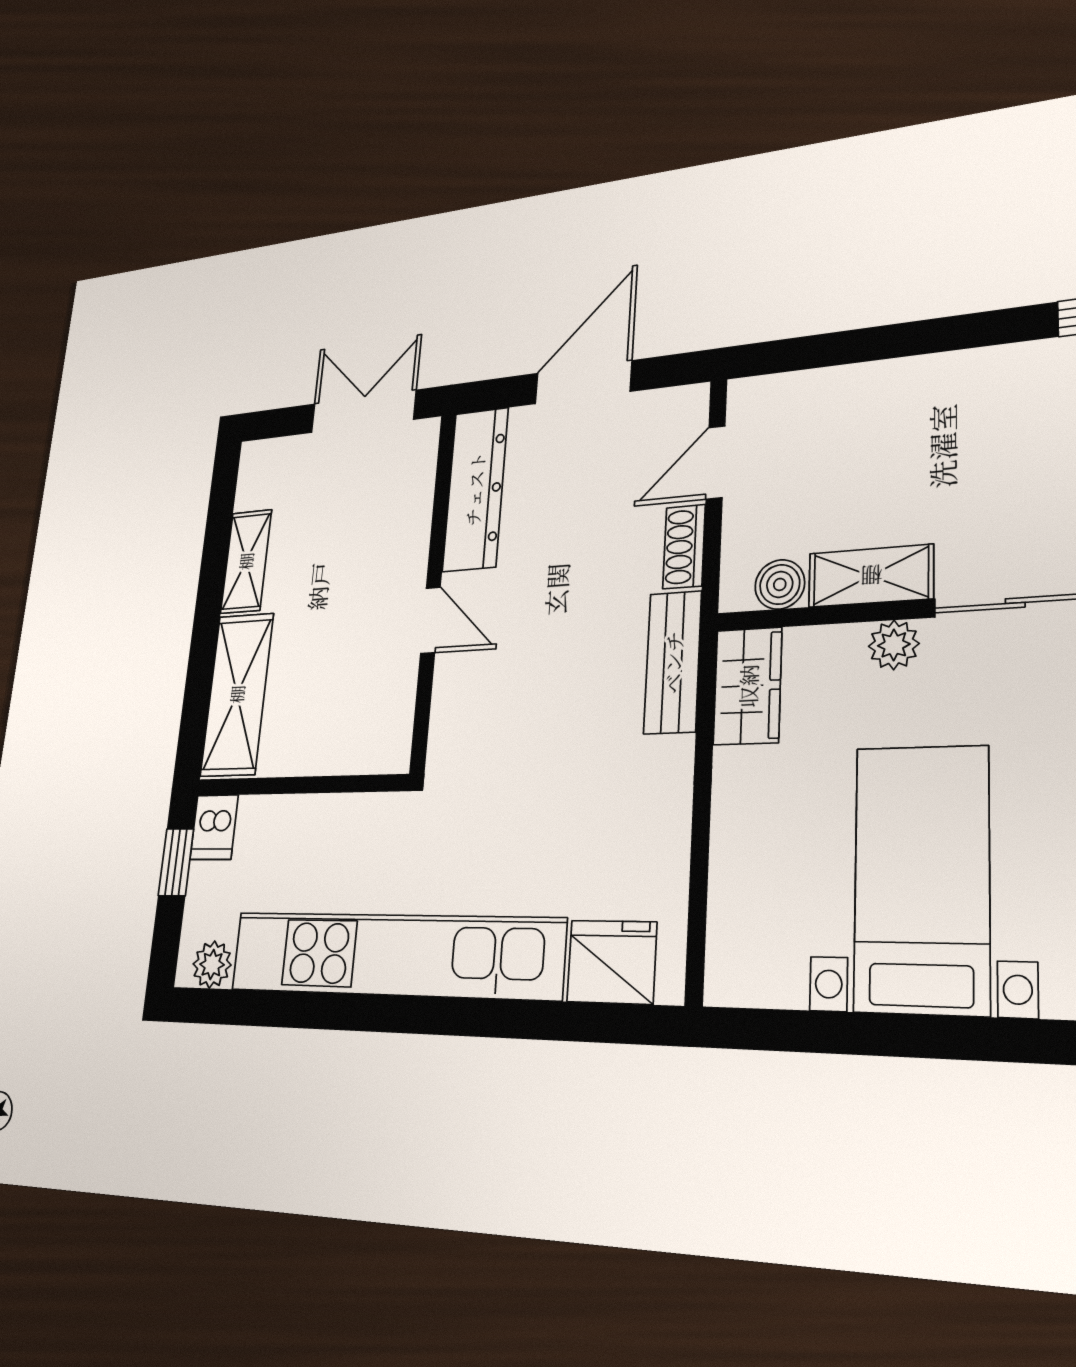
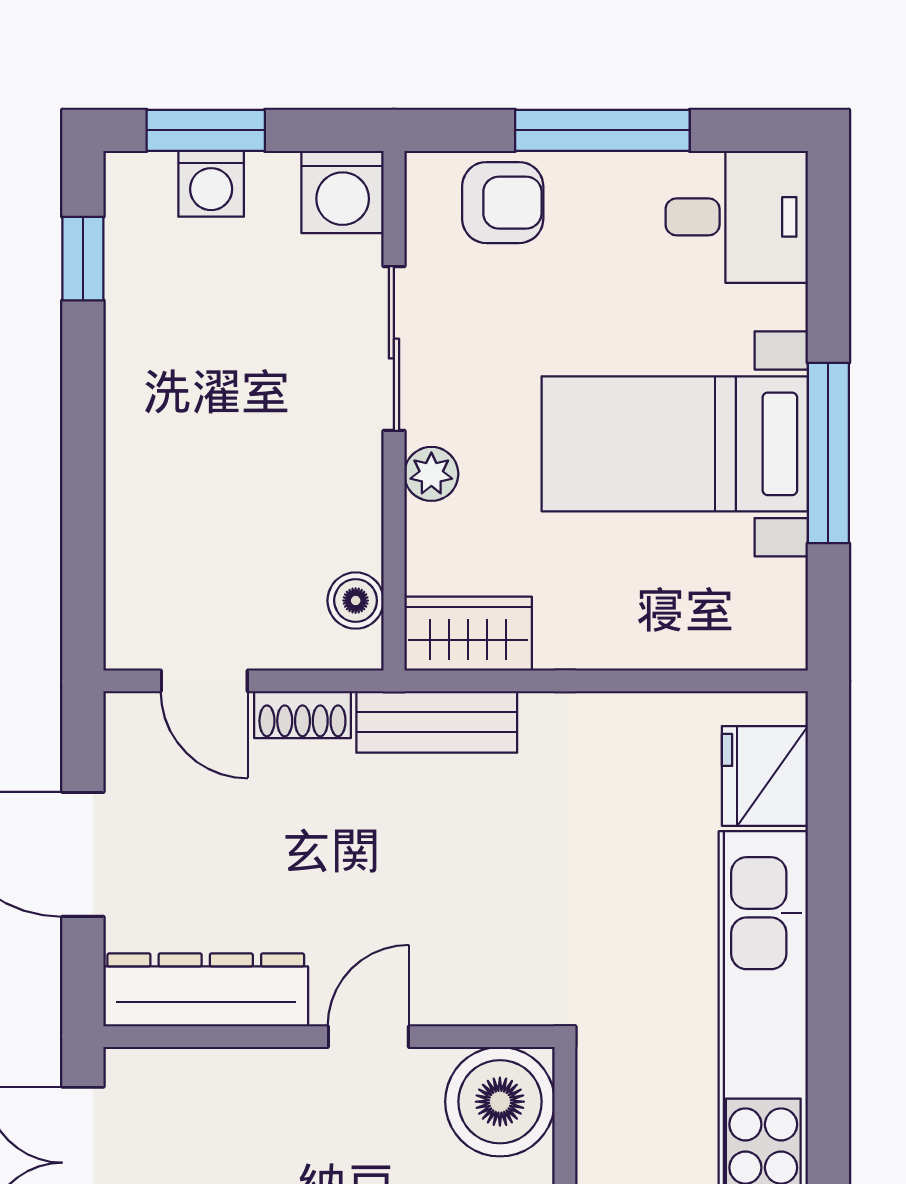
shelving: (871, 576) -> (353, 500), removed
boiler: (373, 730) -> (500, 1102), added
window: (911, 1036) -> (828, 453), added

